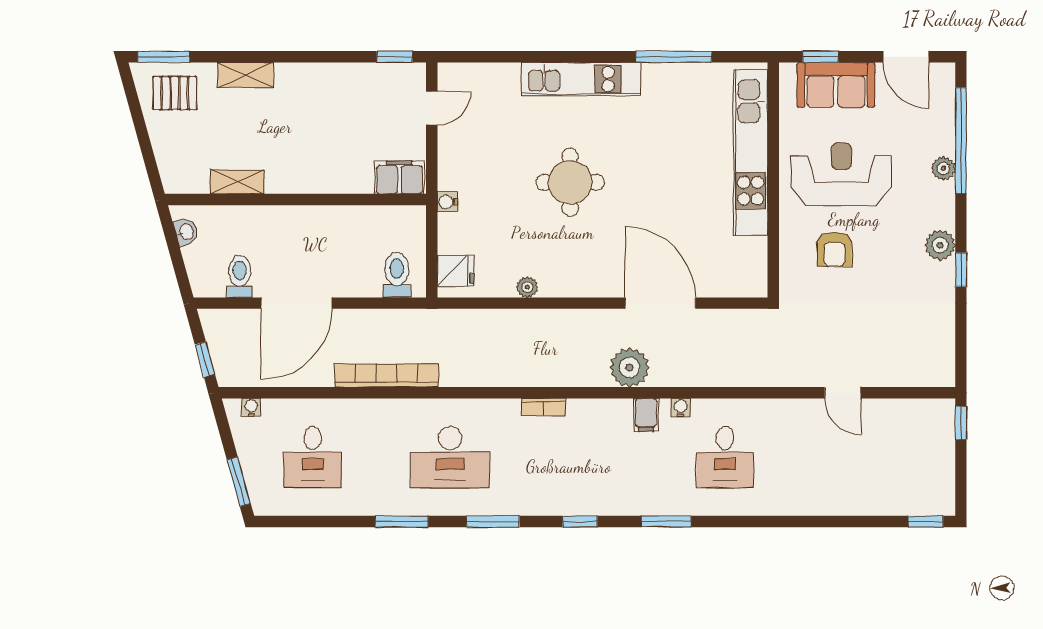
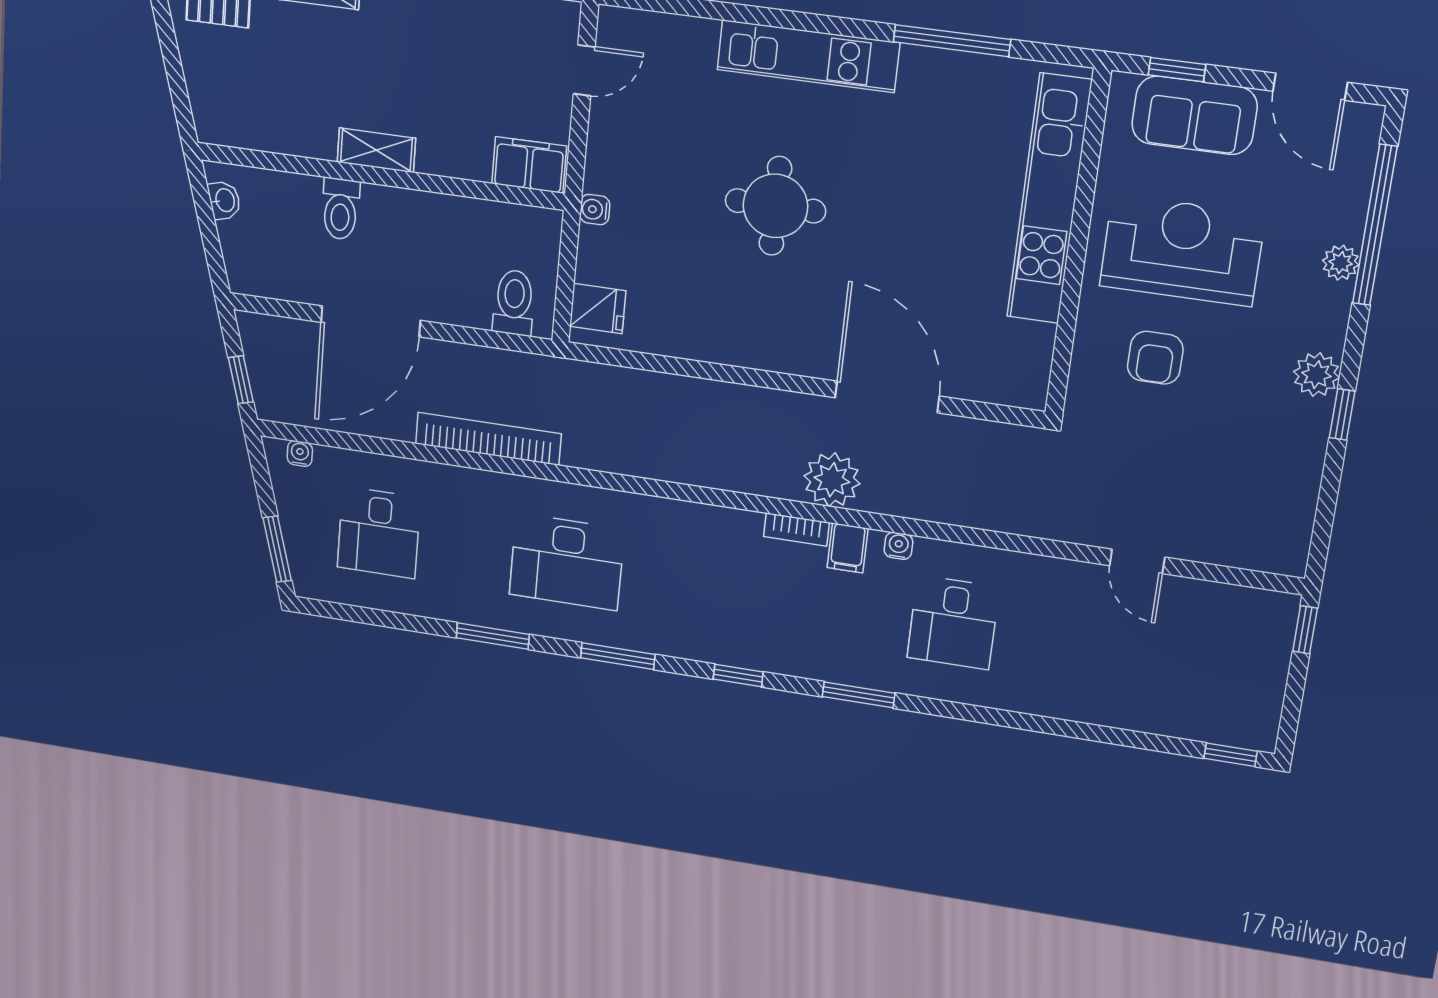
shelving: (237, 182) -> (376, 150), moved
toilet: (240, 276) -> (340, 209), moved, turned 180
plant: (527, 287) -> (698, 346), removed
bookcase: (544, 407) -> (796, 529), moved

